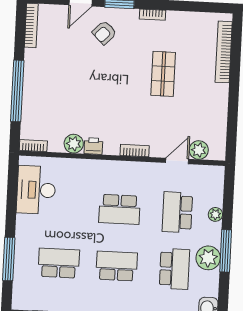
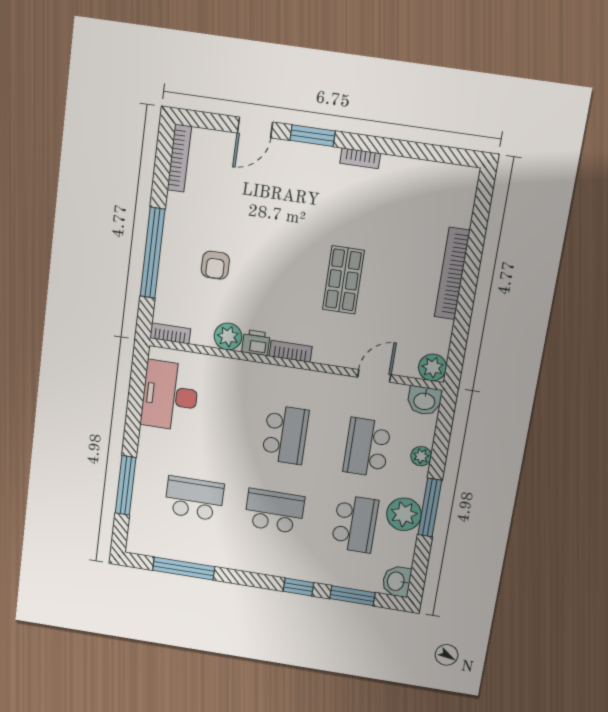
armchair: (104, 33) -> (215, 265), moved, turned -44
bookcase: (224, 52) -> (452, 274), moved
shop shelf: (163, 74) -> (343, 280), moved
plant: (199, 150) -> (433, 367), moved
bookcase: (135, 151) -> (291, 351), moved
washbasin: (213, 175) -> (424, 401), added
school desk: (119, 209) -> (285, 435), turned -90

